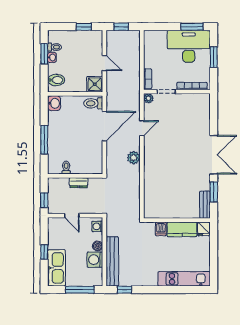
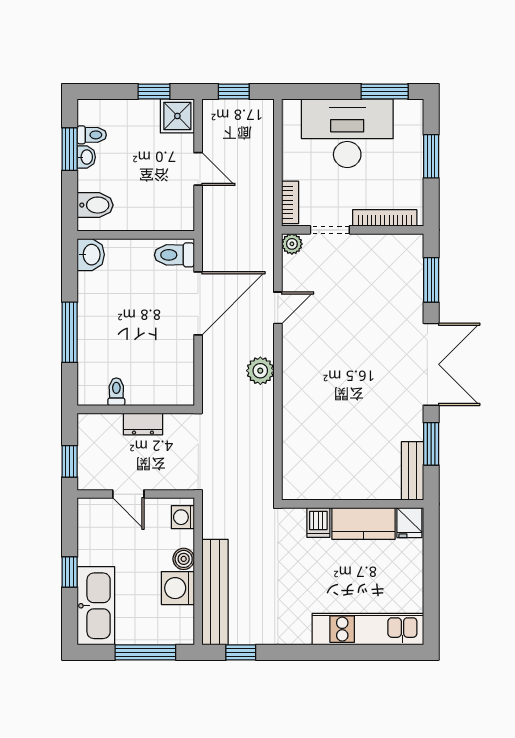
desk: (189, 46) -> (347, 133), moved
shower: (95, 84) -> (177, 116), moved
window: (214, 115) -> (431, 280), added

